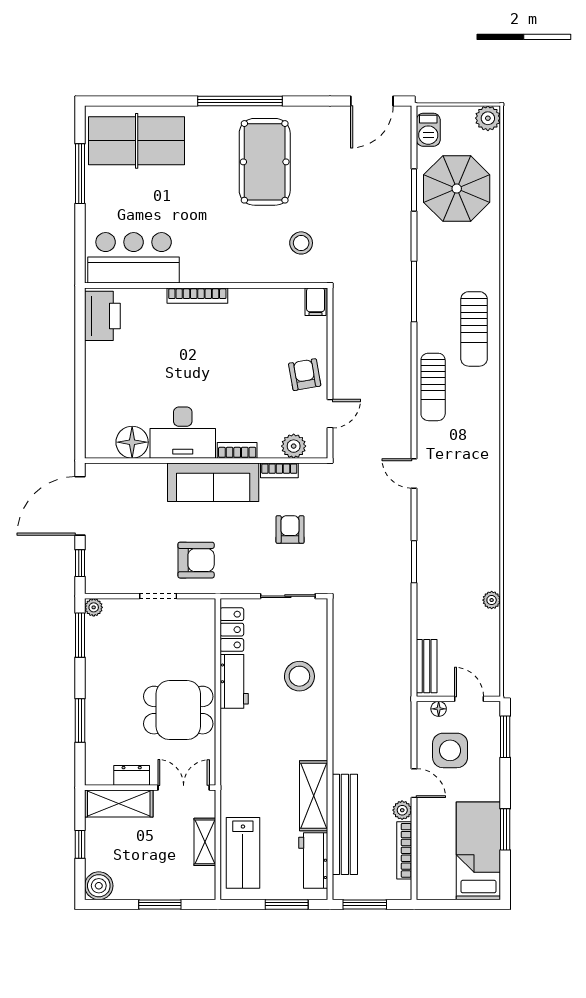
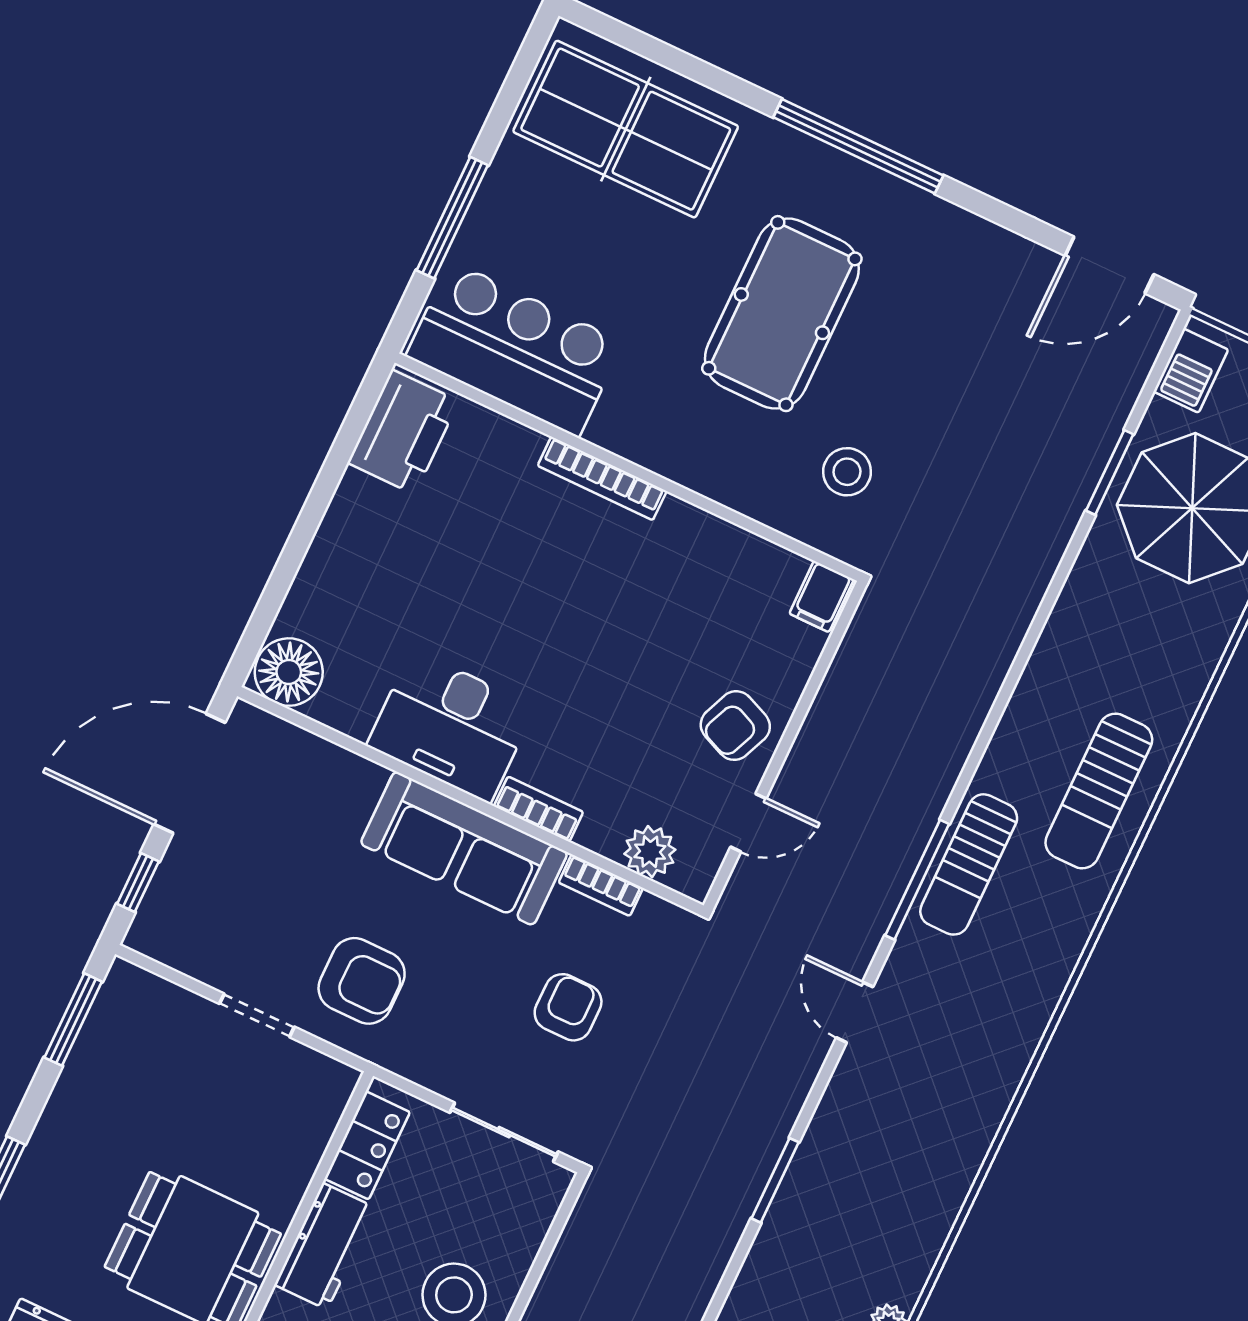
pool table: (265, 162) -> (782, 314), moved
window: (80, 174) -> (452, 218), moved
window: (414, 291) -> (917, 880), moved
armchair: (305, 375) -> (735, 726), turned -147
floor lamp: (132, 442) -> (289, 672), moved
plant: (94, 607) -> (124, 979), removed

